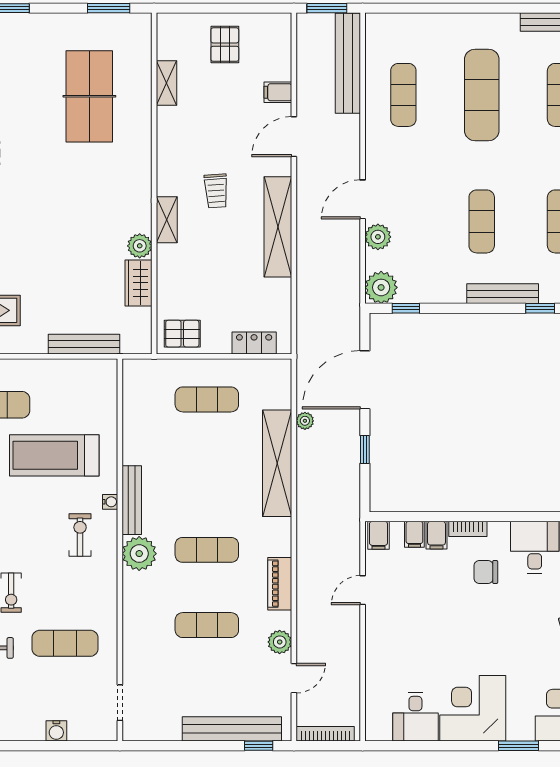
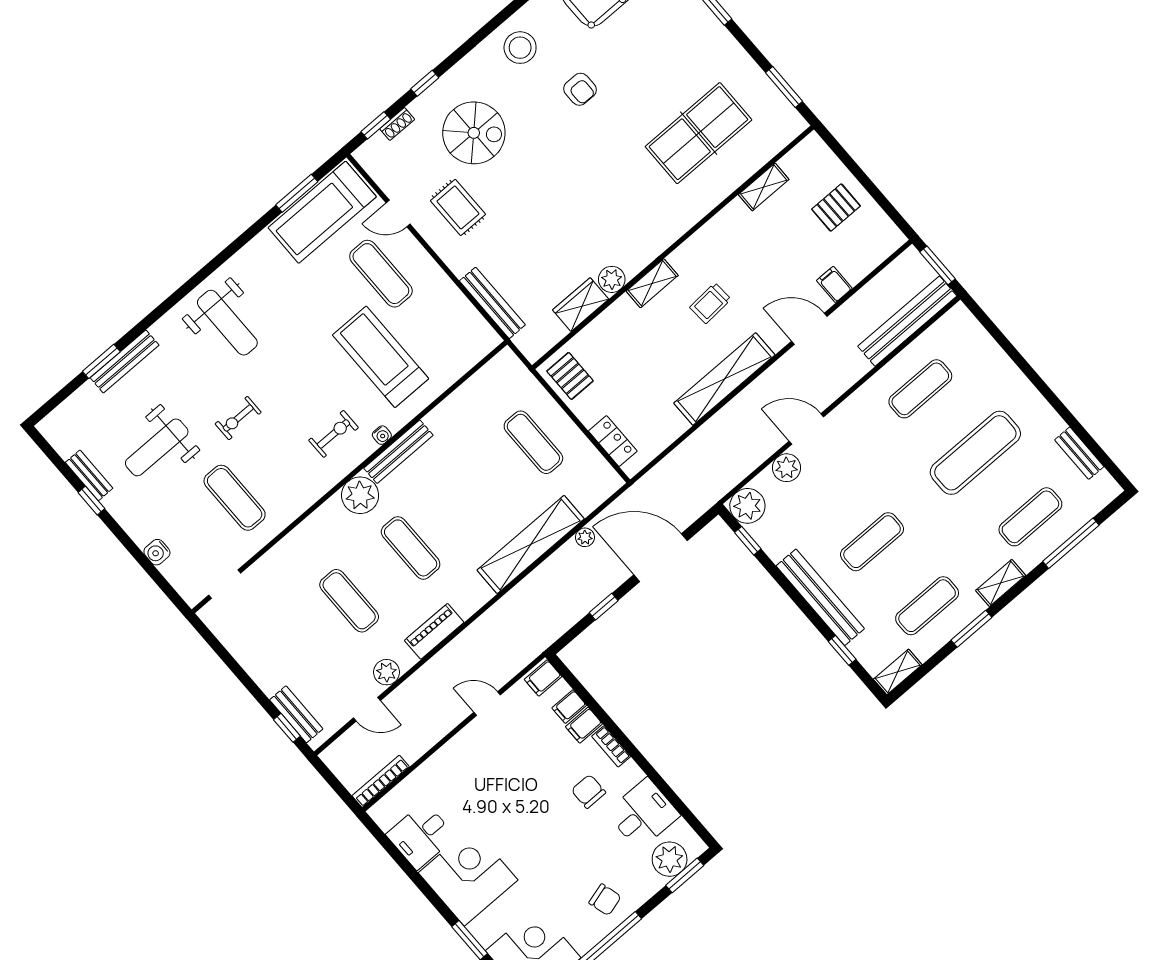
bench: (503, 294) -> (820, 597), width x1.37, depth x1.21
bench: (232, 729) -> (296, 714), width x0.54, depth x0.82
bookcase: (325, 734) -> (381, 781), moved, turned -90

